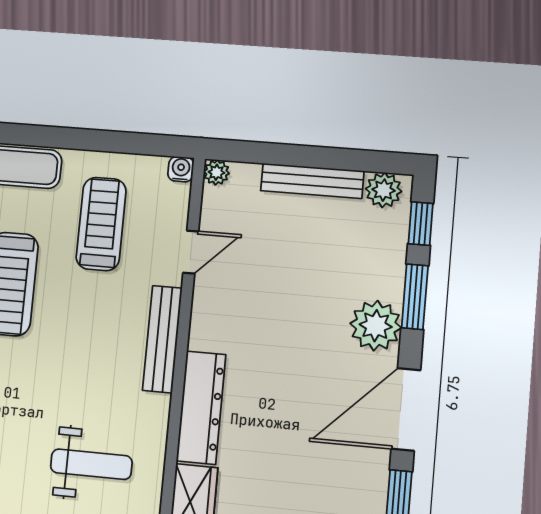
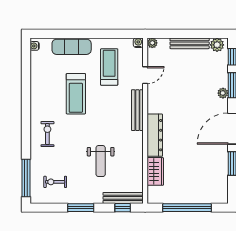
plant: (376, 326) -> (223, 93), width x0.53, depth x0.53
weight bench: (91, 464) -> (101, 161), moved, turned 90

